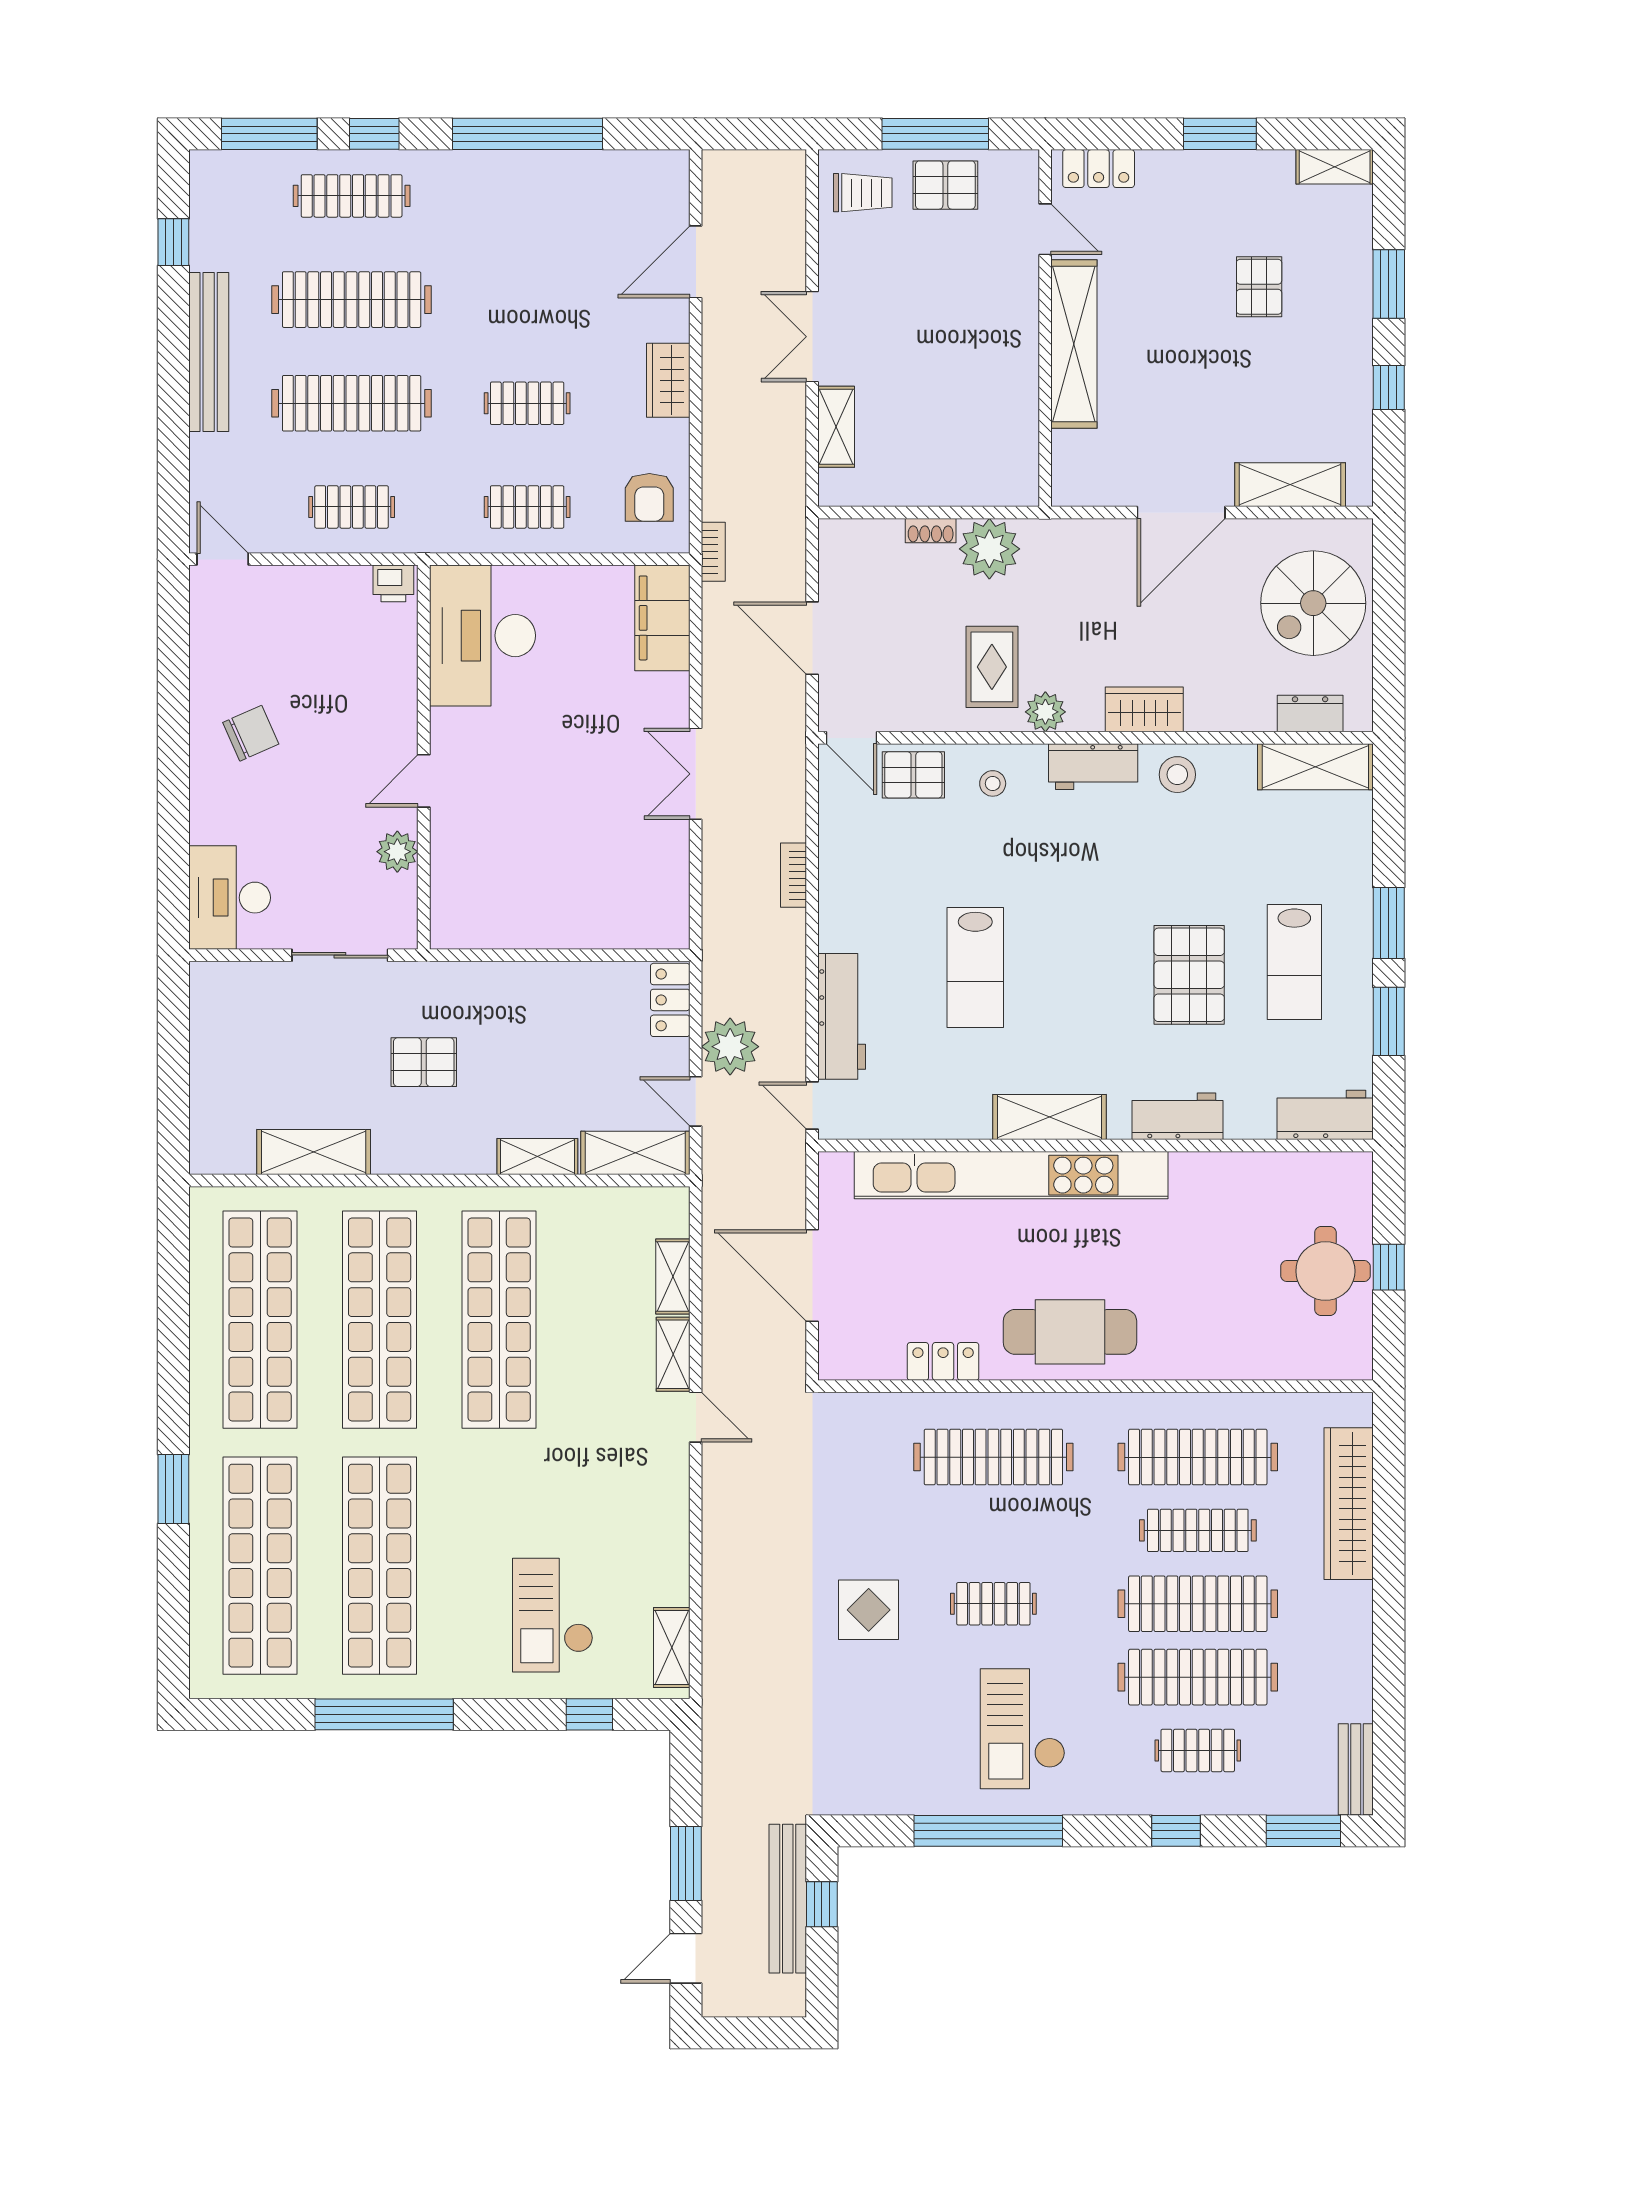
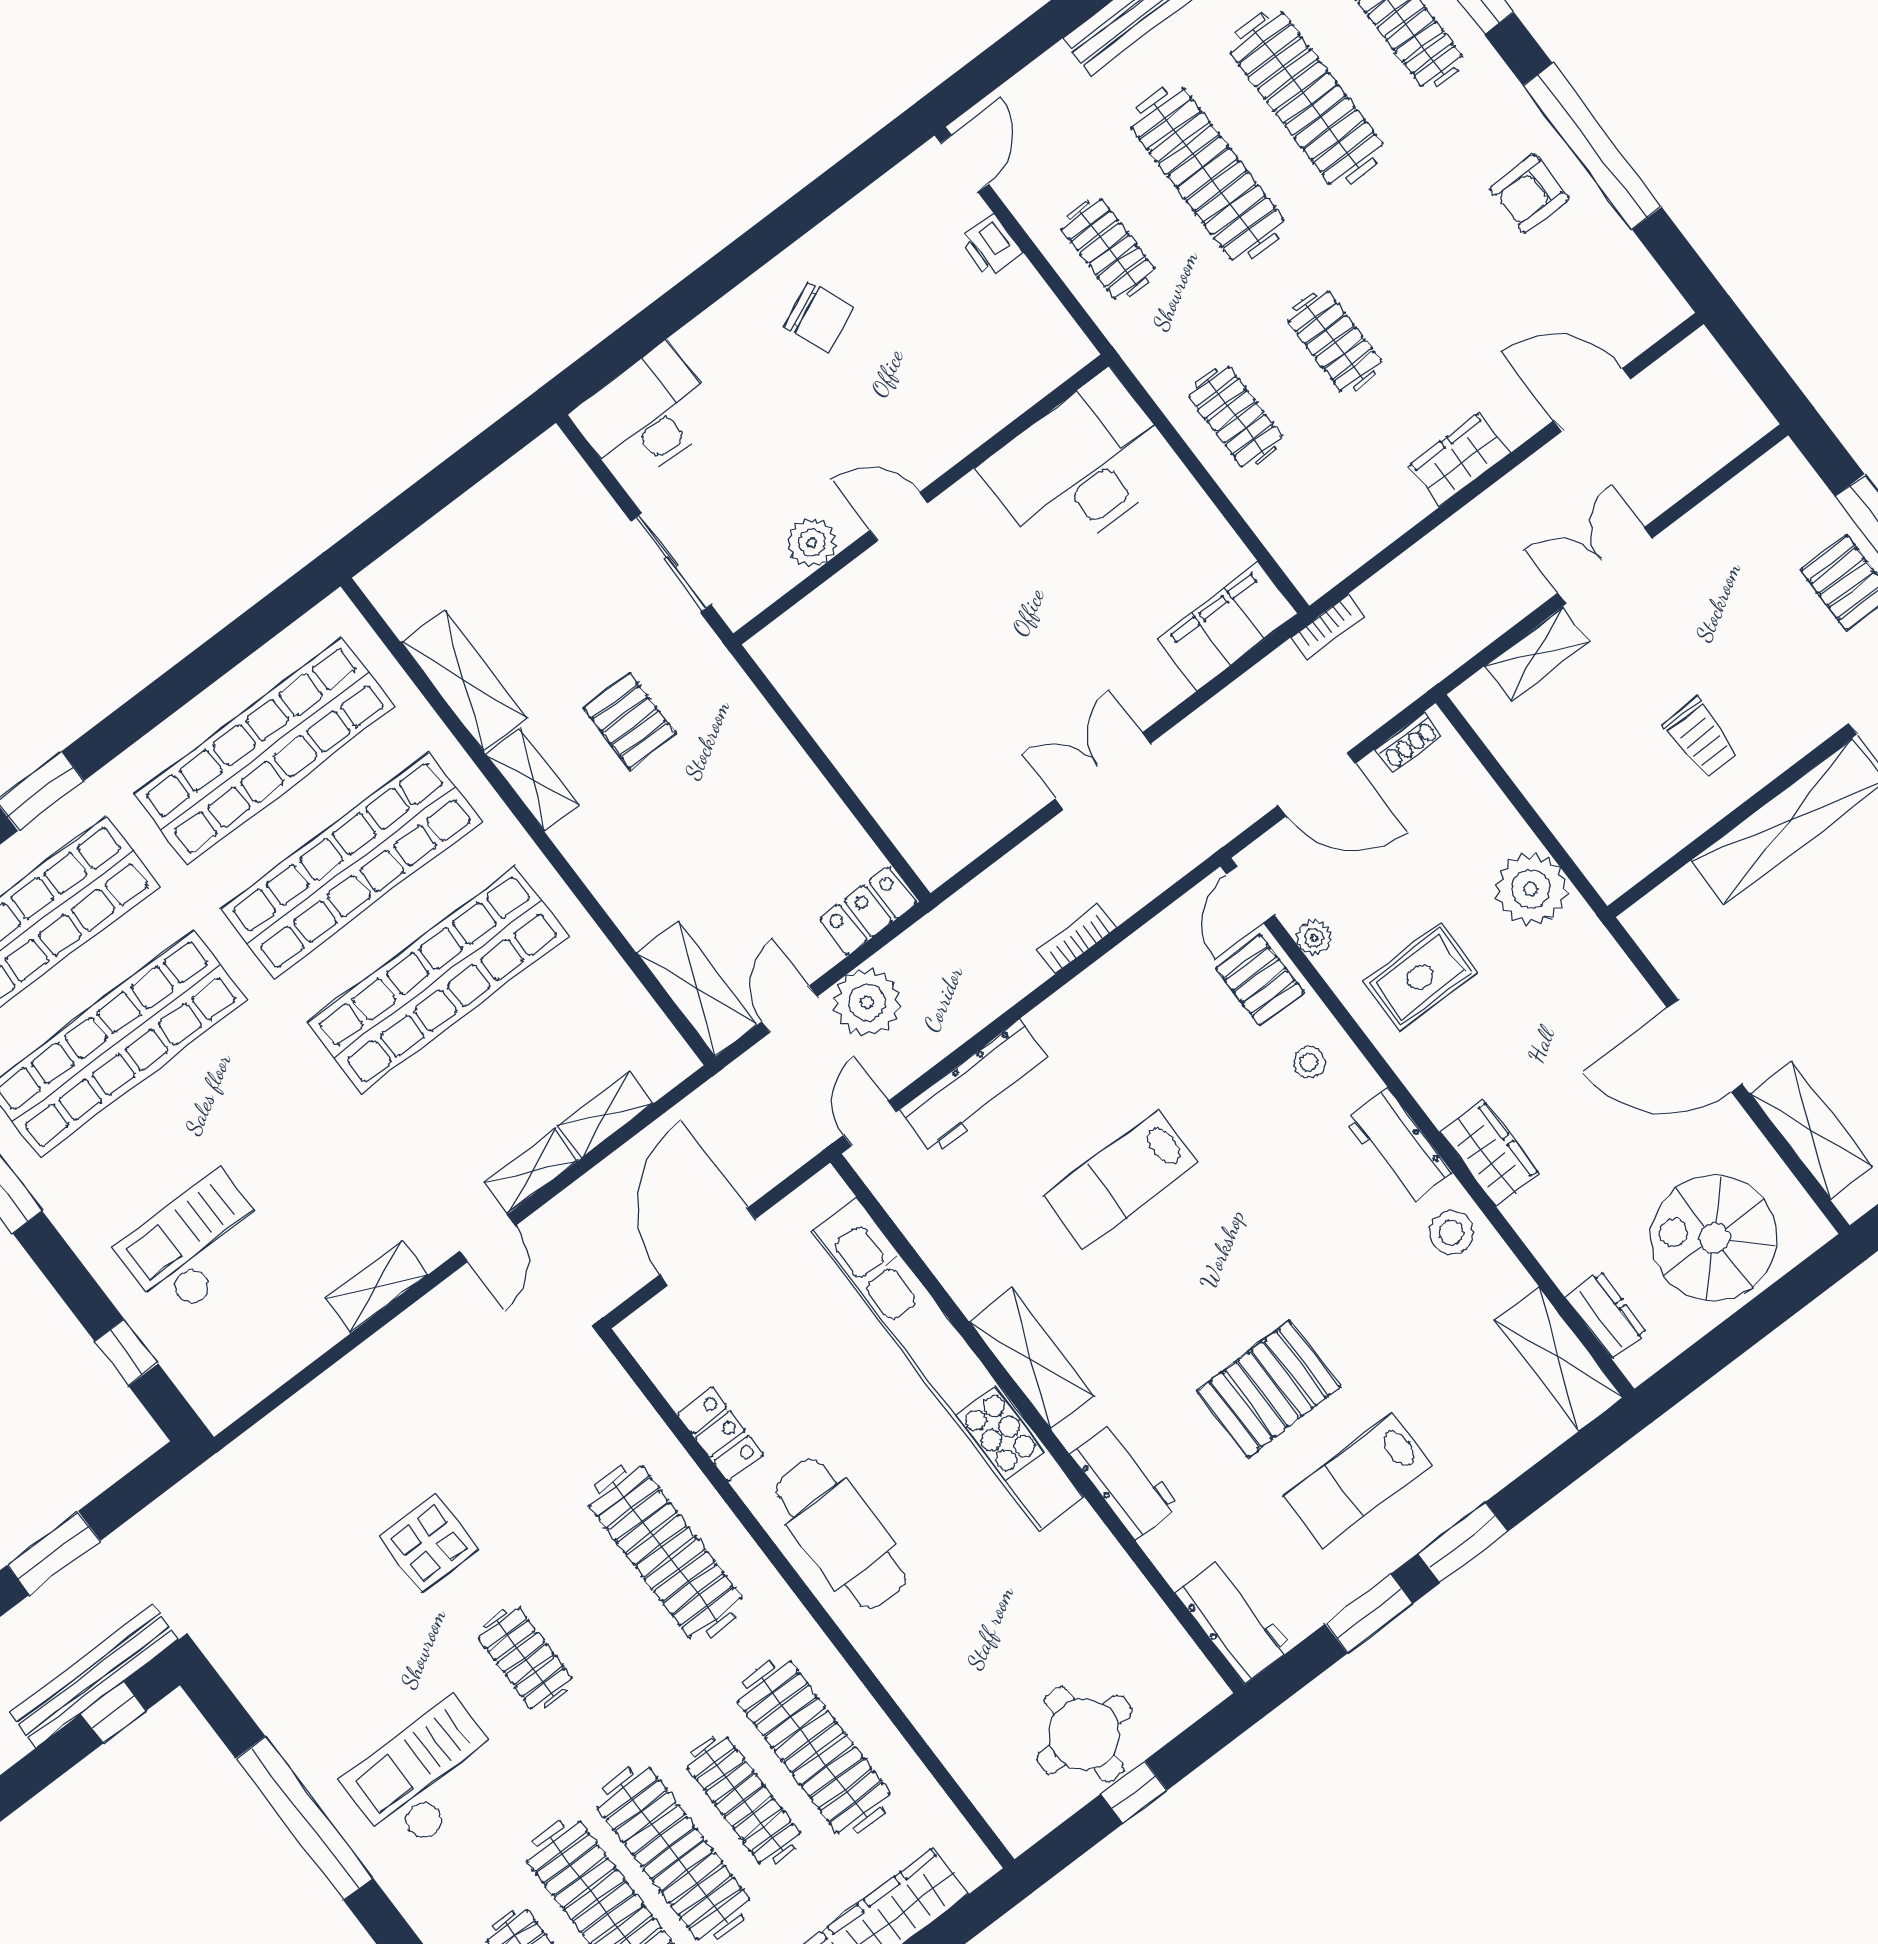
trolley: (863, 193) -> (1701, 738), moved
armchair: (649, 497) -> (1530, 193), moved
shoe rack: (931, 531) -> (1408, 742), moved, turned -90
printer: (393, 583) -> (990, 246), moved
door: (812, 638) -> (1317, 784), swing flipped
plant: (1045, 712) -> (1314, 938), moved, width x0.73, depth x0.73
shelving: (537, 1157) -> (532, 780), moved
shelving: (672, 1648) -> (377, 1286), moved

